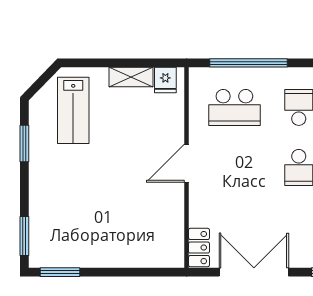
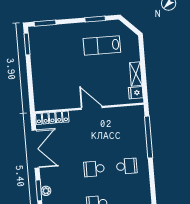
school desk: (234, 107) -> (124, 131), removed
lab bench: (73, 110) -> (102, 45), moved
locker: (199, 248) -> (52, 118), width x1.53

